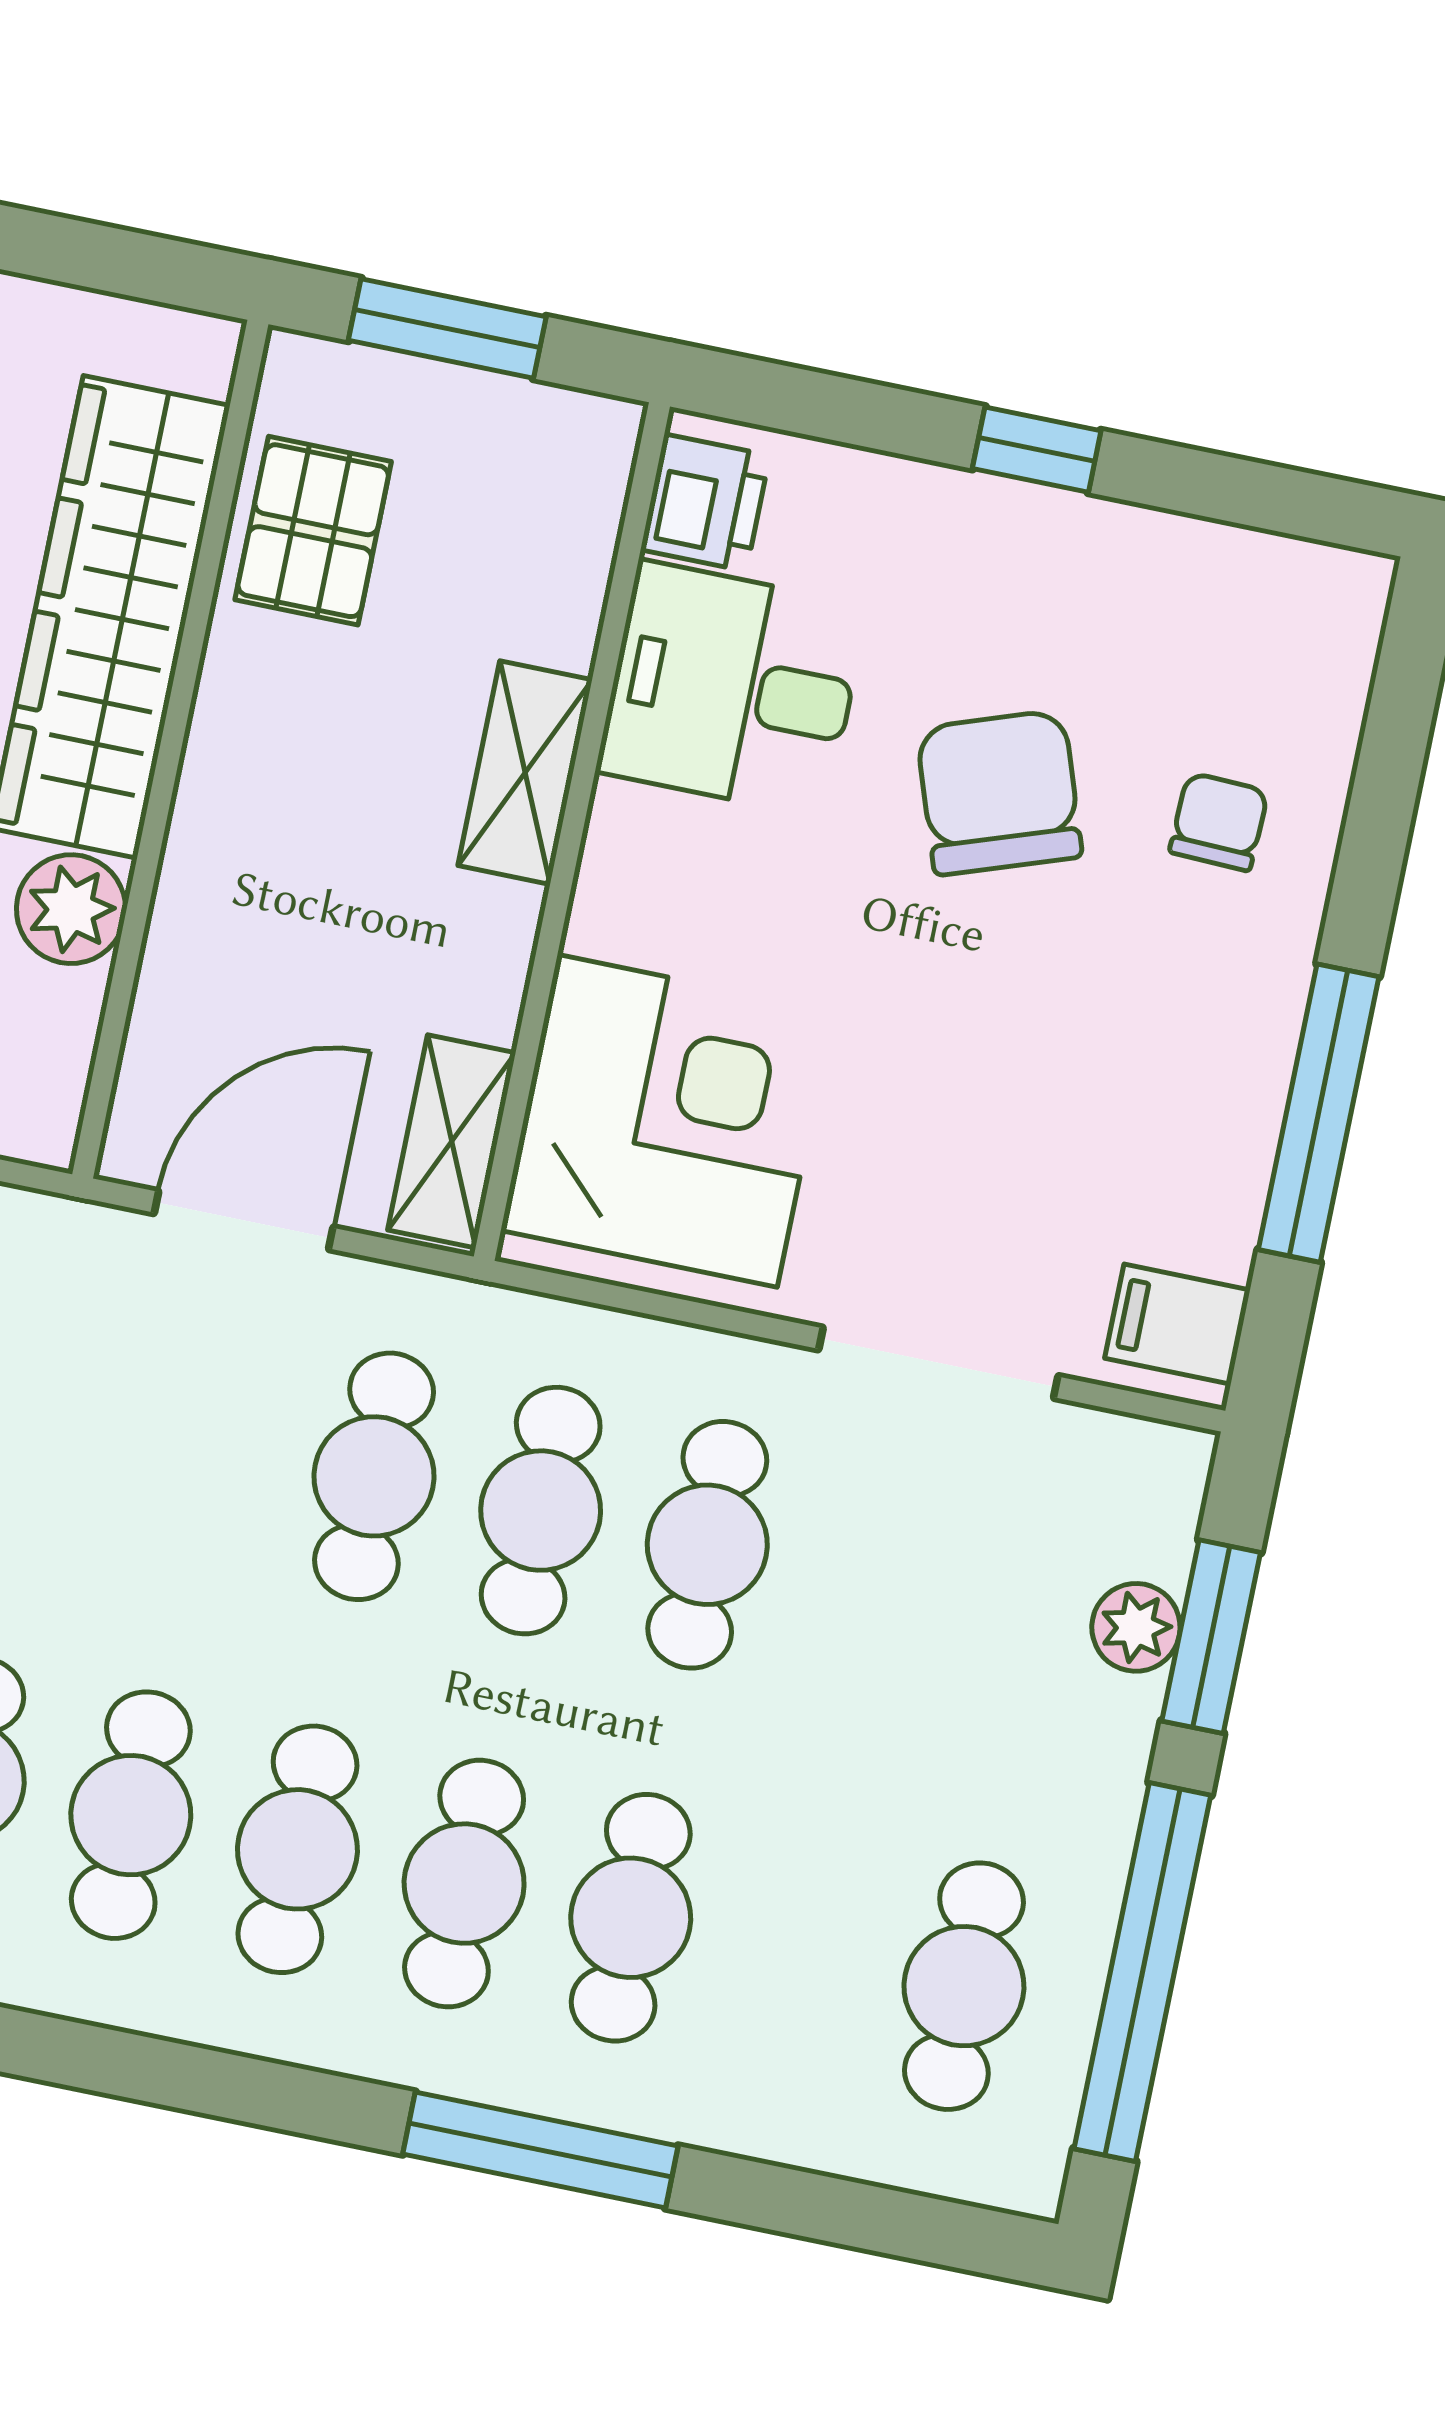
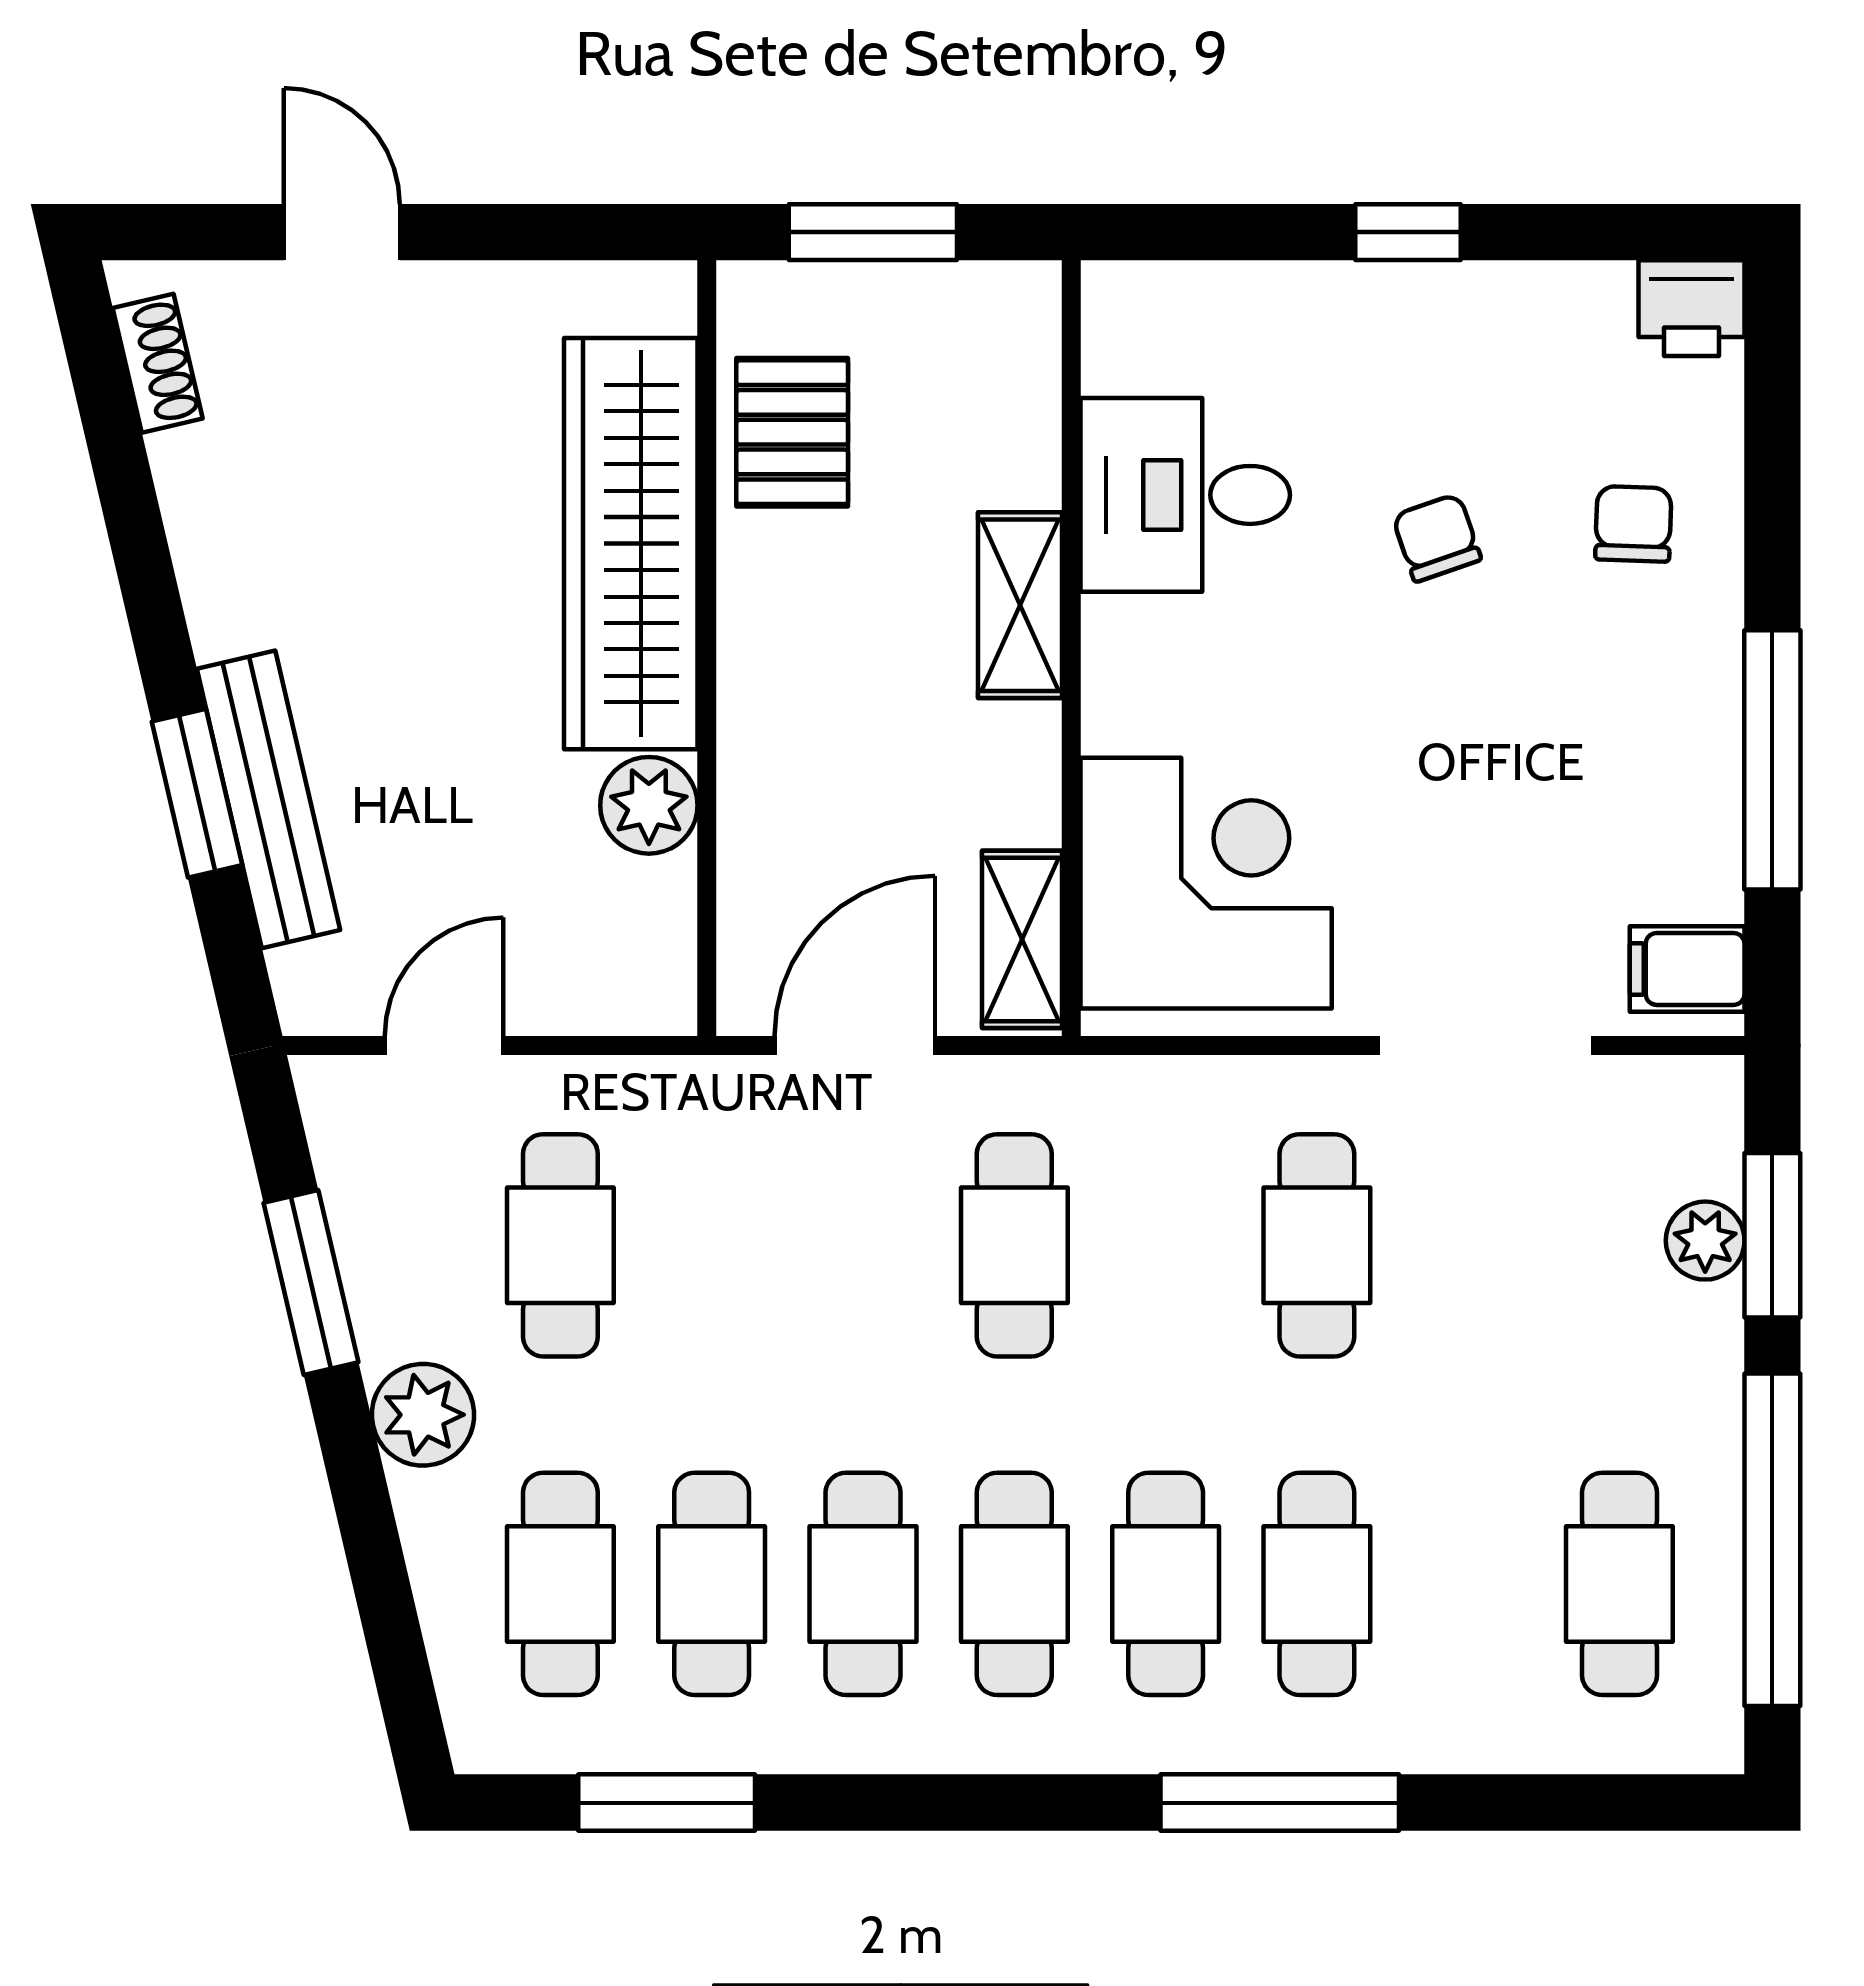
printer: (705, 503) -> (1691, 308), moved, turned 90
chair: (999, 793) -> (1437, 538), width x0.54, depth x0.54
cafe table: (541, 1511) -> (1166, 1245), removed

